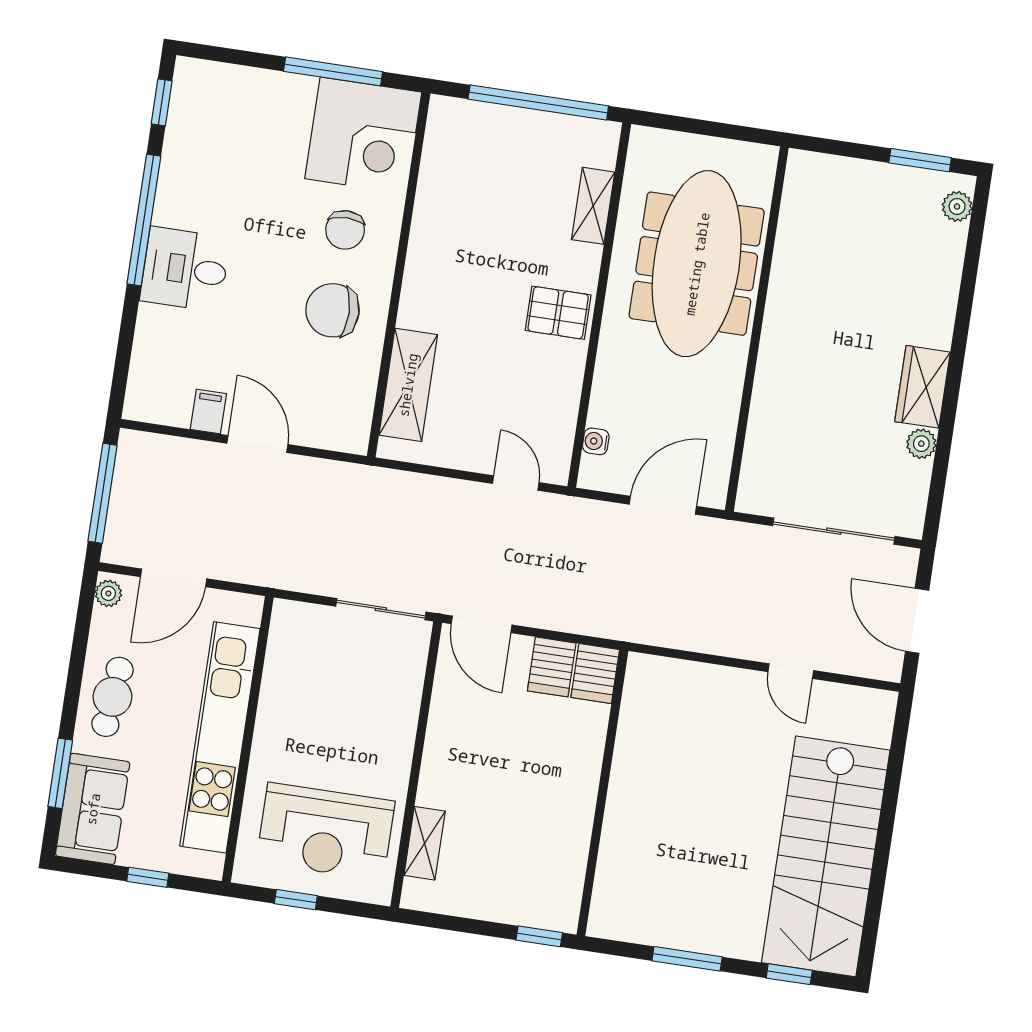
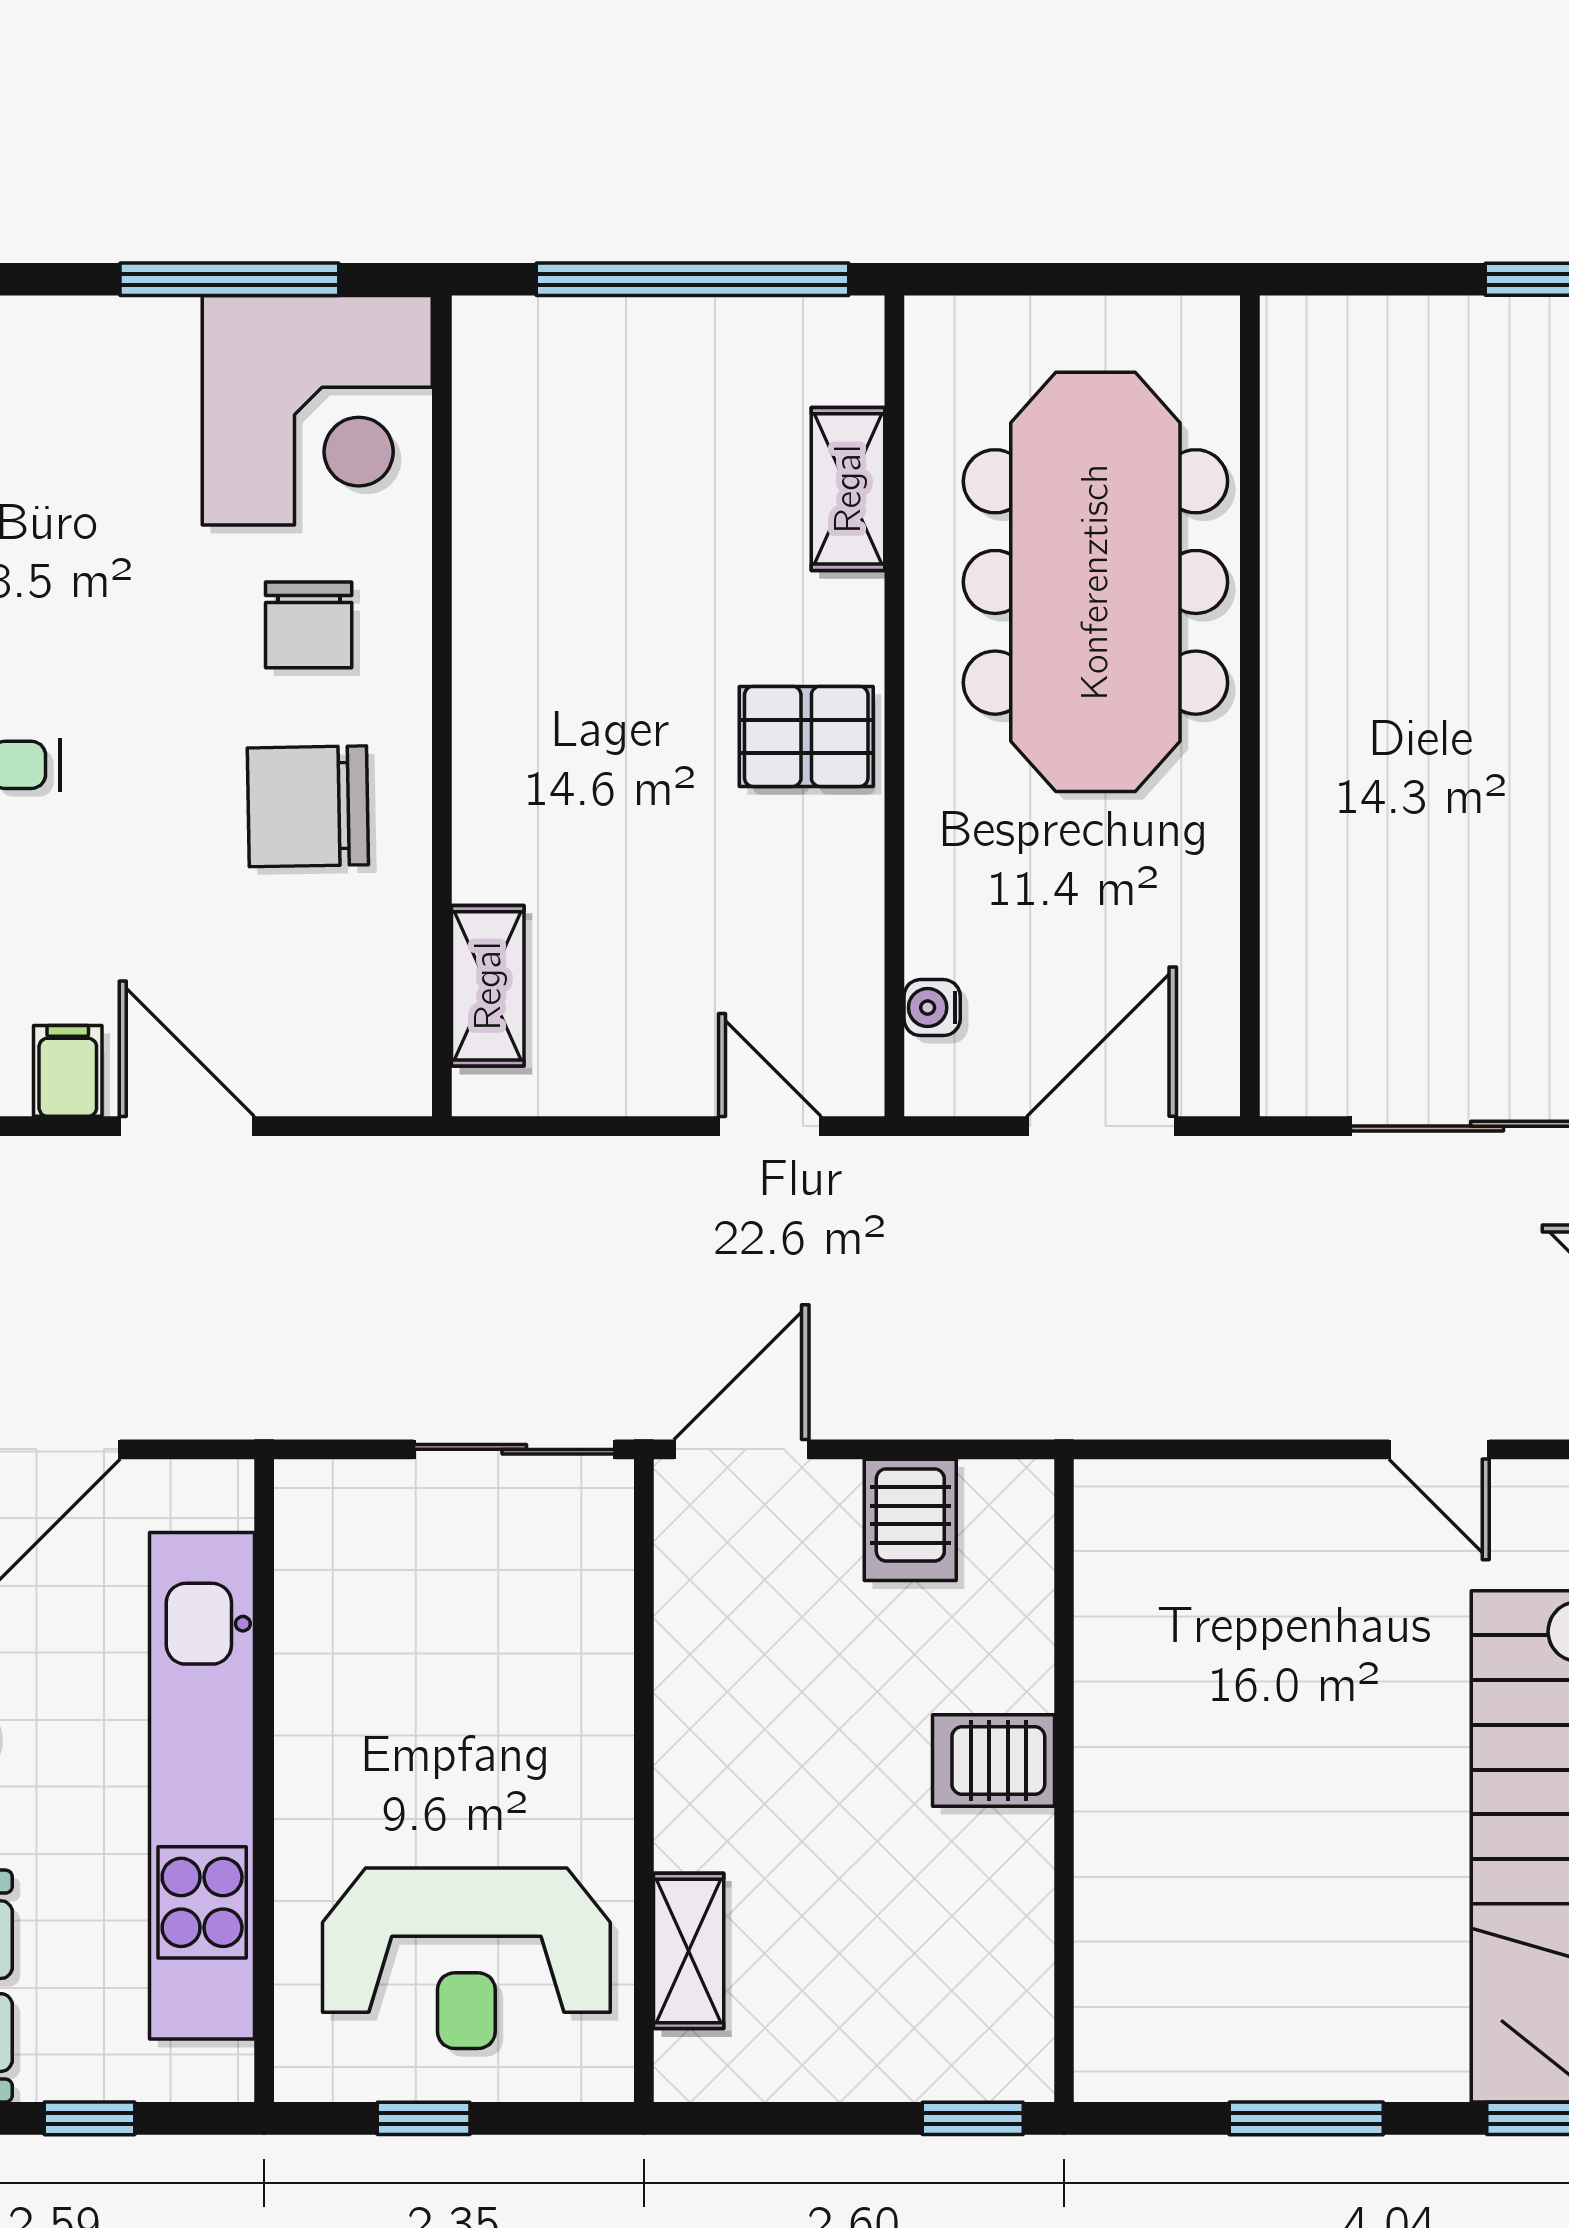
shelving: (408, 385) -> (488, 986), width x0.67, depth x0.75
door: (482, 624) -> (741, 1449), swing flipped
server rack: (595, 674) -> (993, 1760), moved, turned 90

